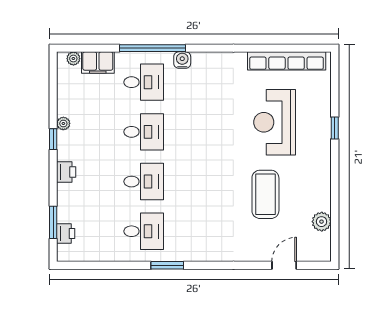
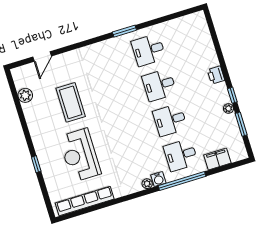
plant: (73, 59) -> (147, 184), moved
reception desk: (275, 122) -> (80, 155), turned 180
window: (53, 222) -> (241, 124), moved
printer: (66, 234) -> (203, 32), removed

